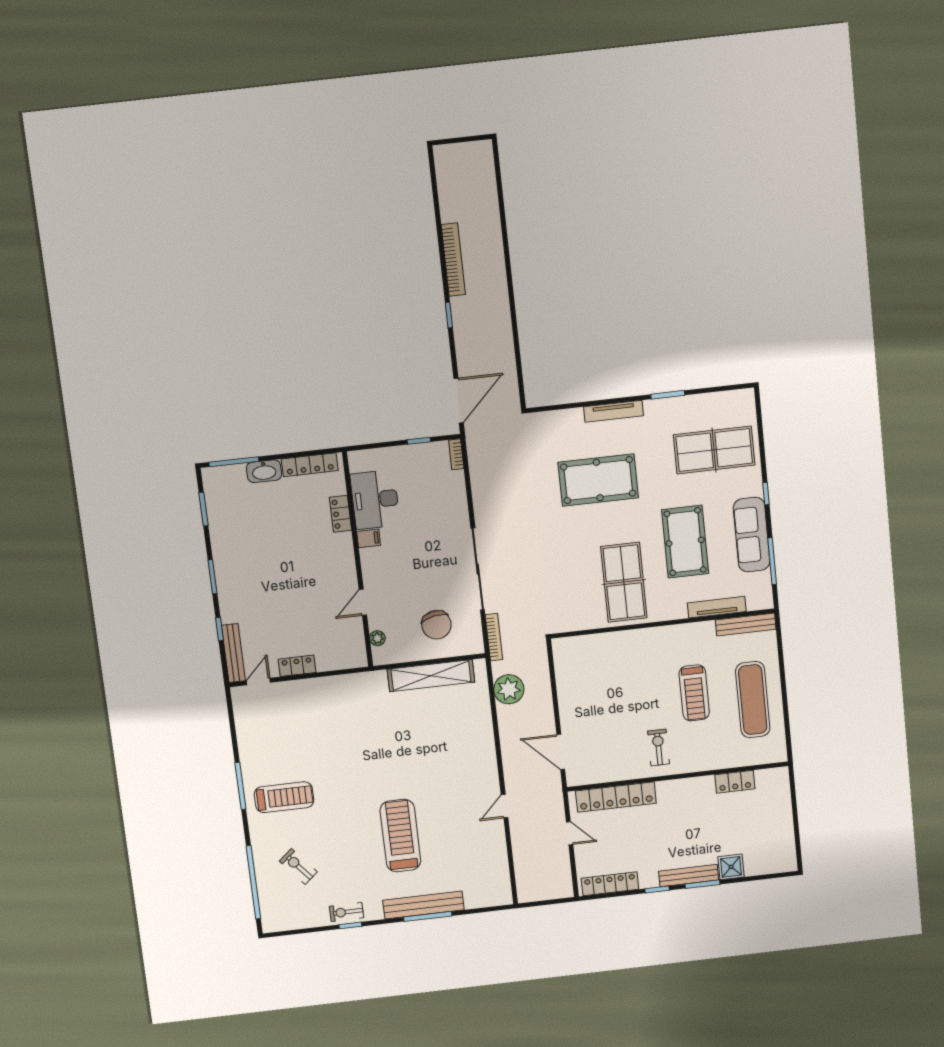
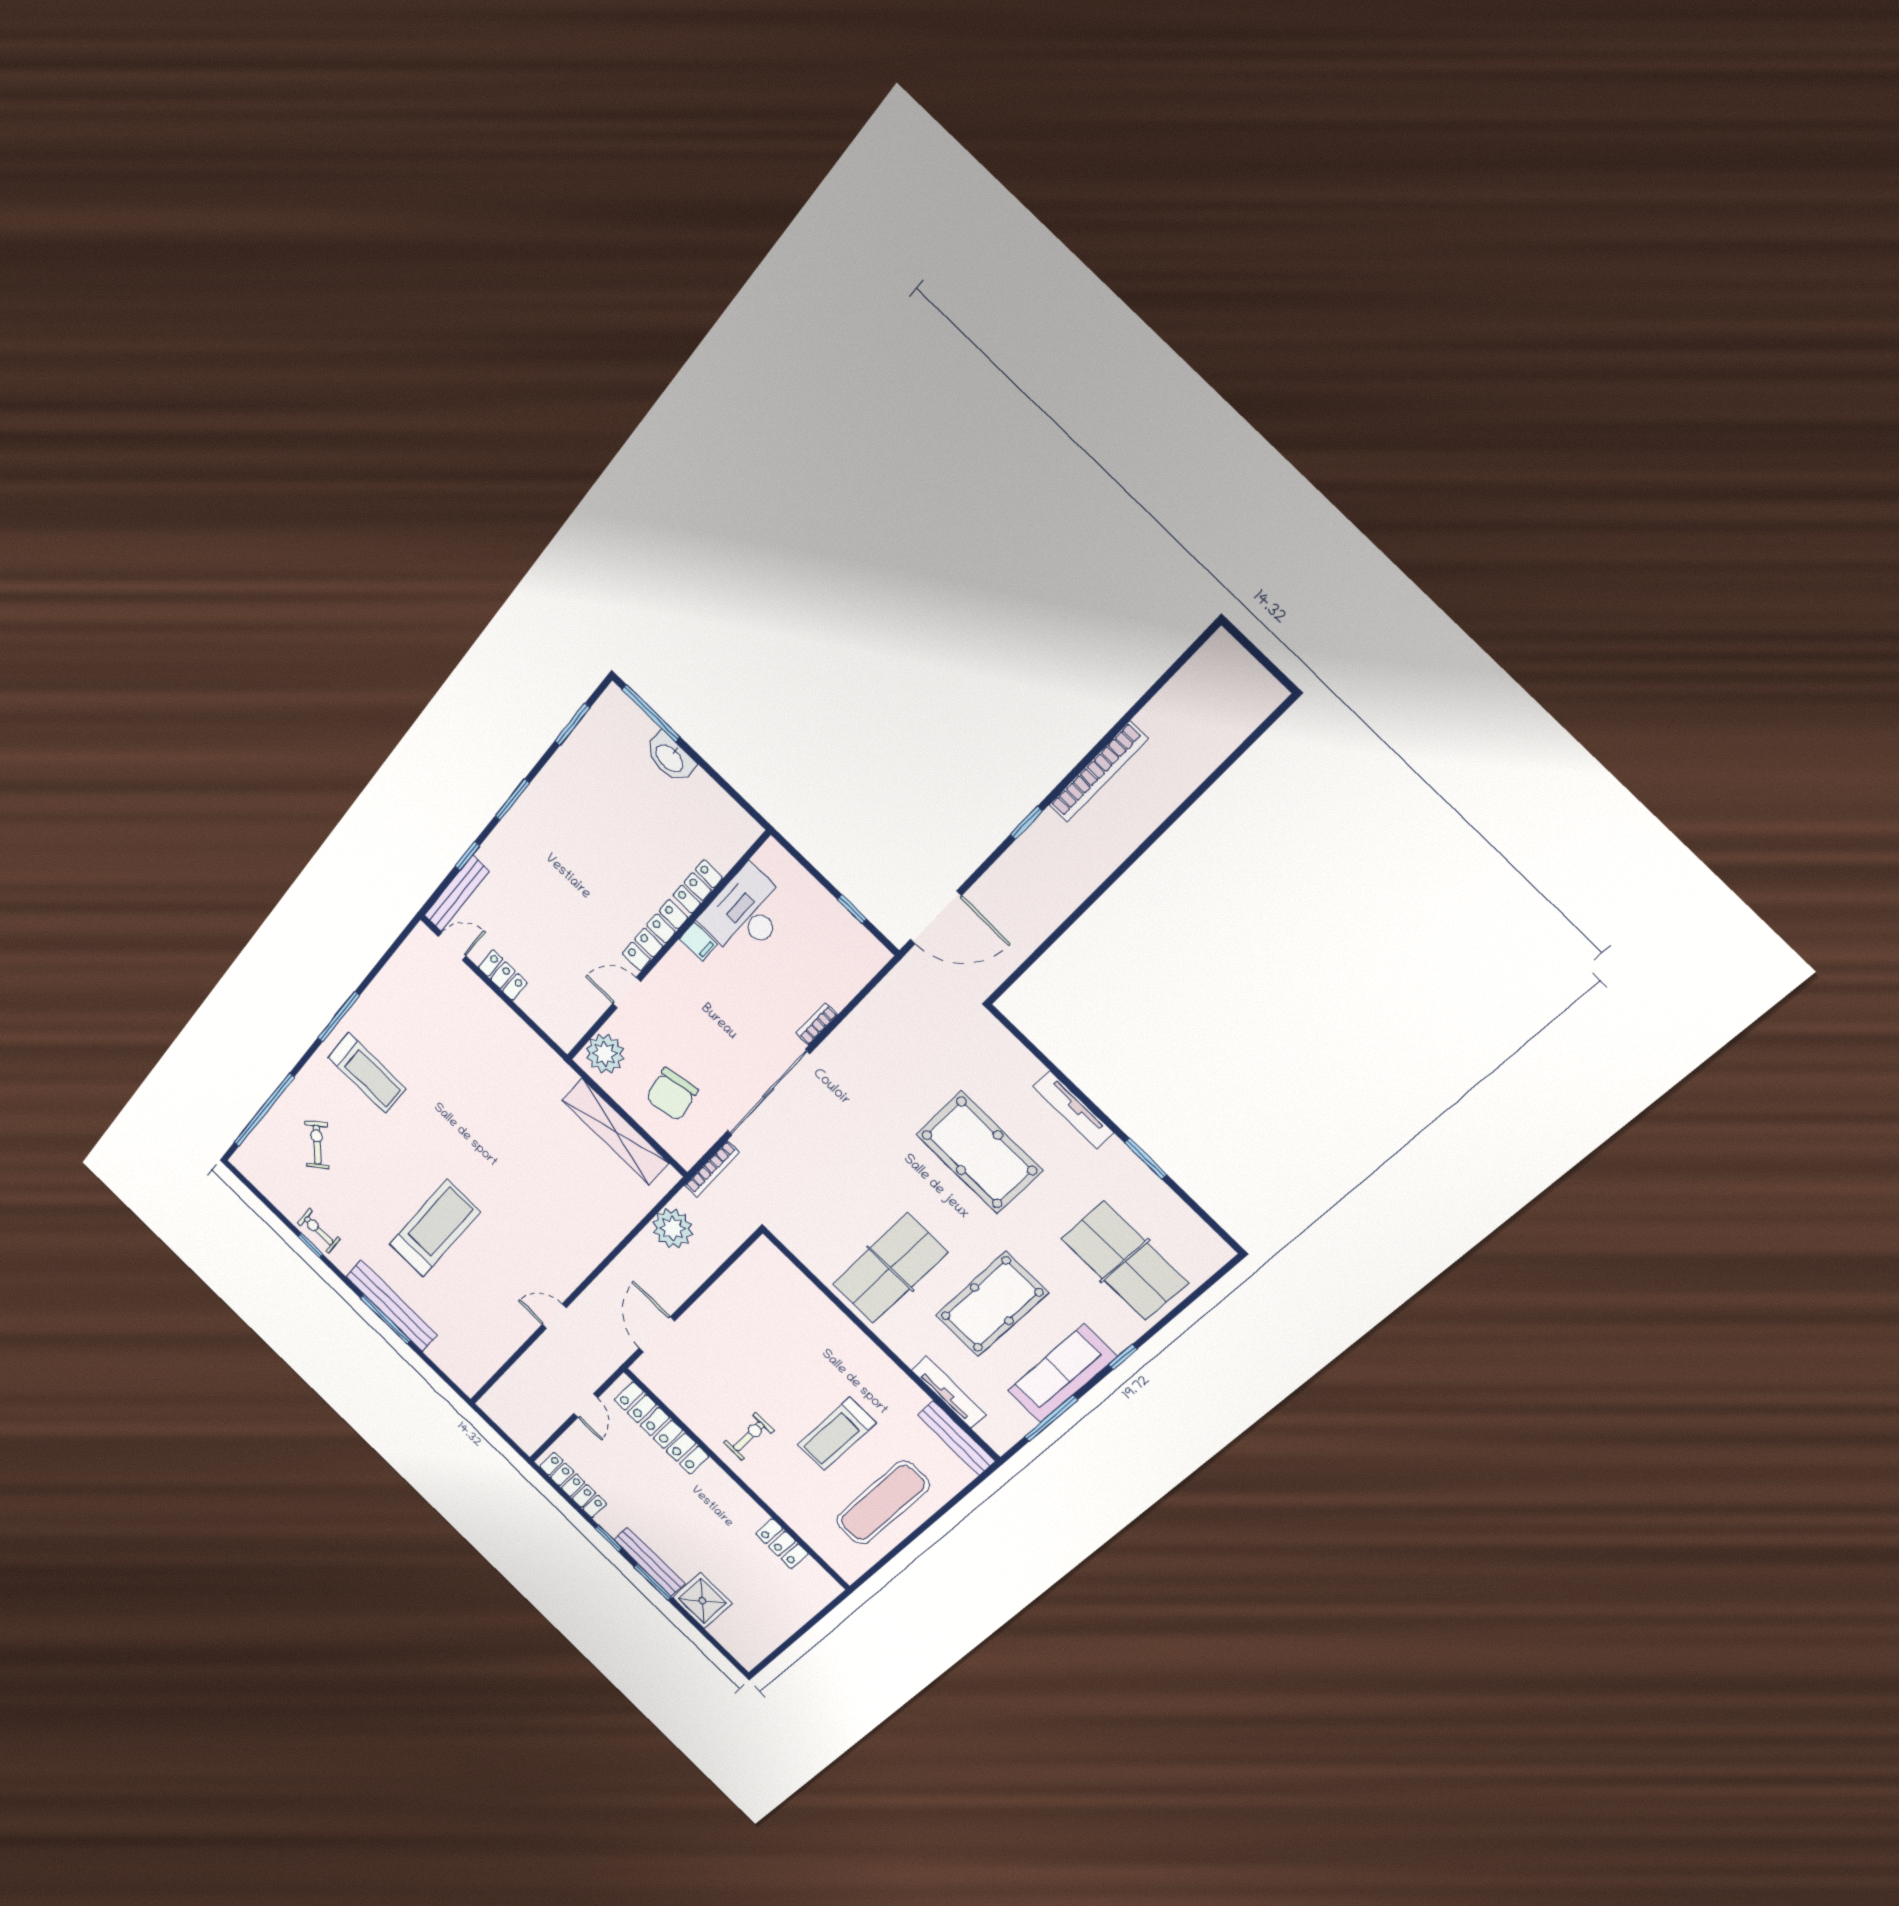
bookcase: (456, 454) -> (817, 1024), moved
locker: (310, 465) -> (655, 936), moved, turned 90
plant: (377, 638) -> (605, 1054), width x1.88, depth x1.88
shower: (731, 867) -> (702, 1601), width x1.36, depth x1.36

